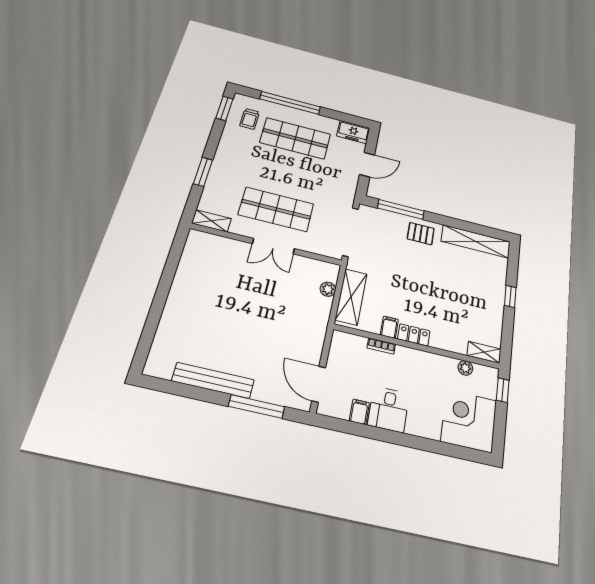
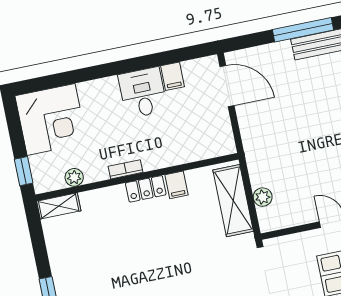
bookcase: (381, 346) -> (125, 169), moved
window: (257, 406) -> (303, 30), moved

